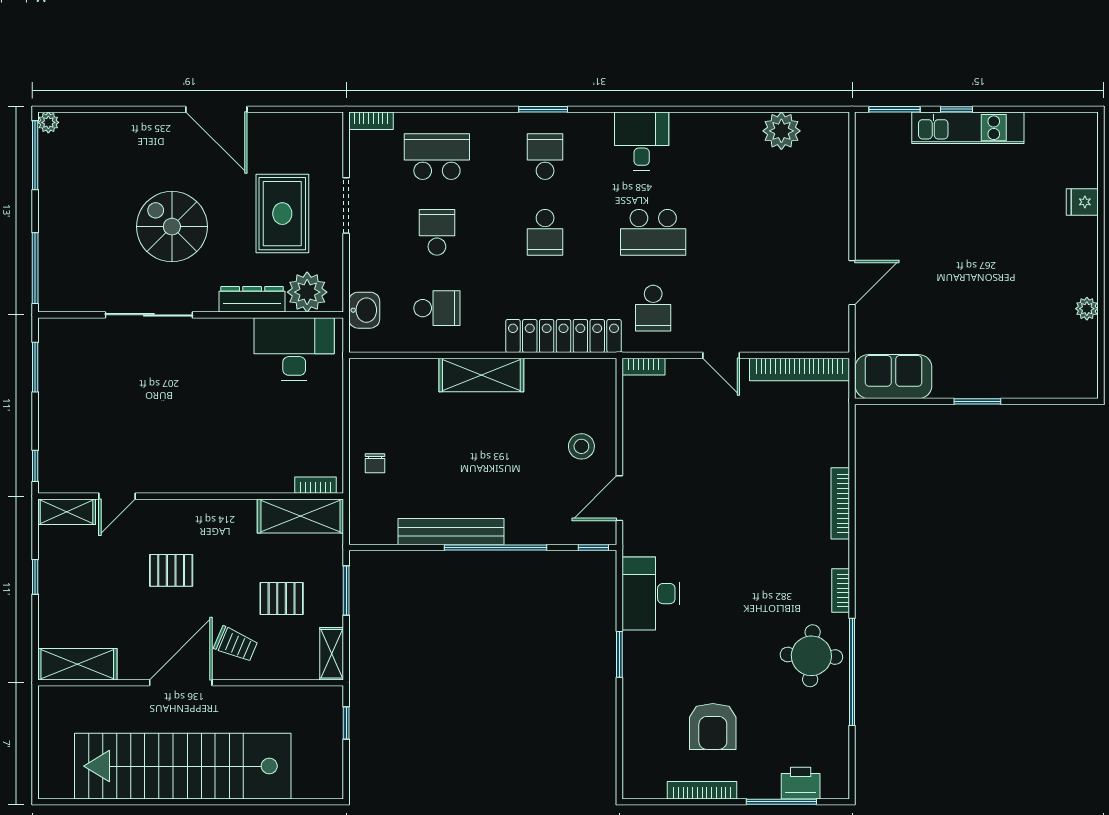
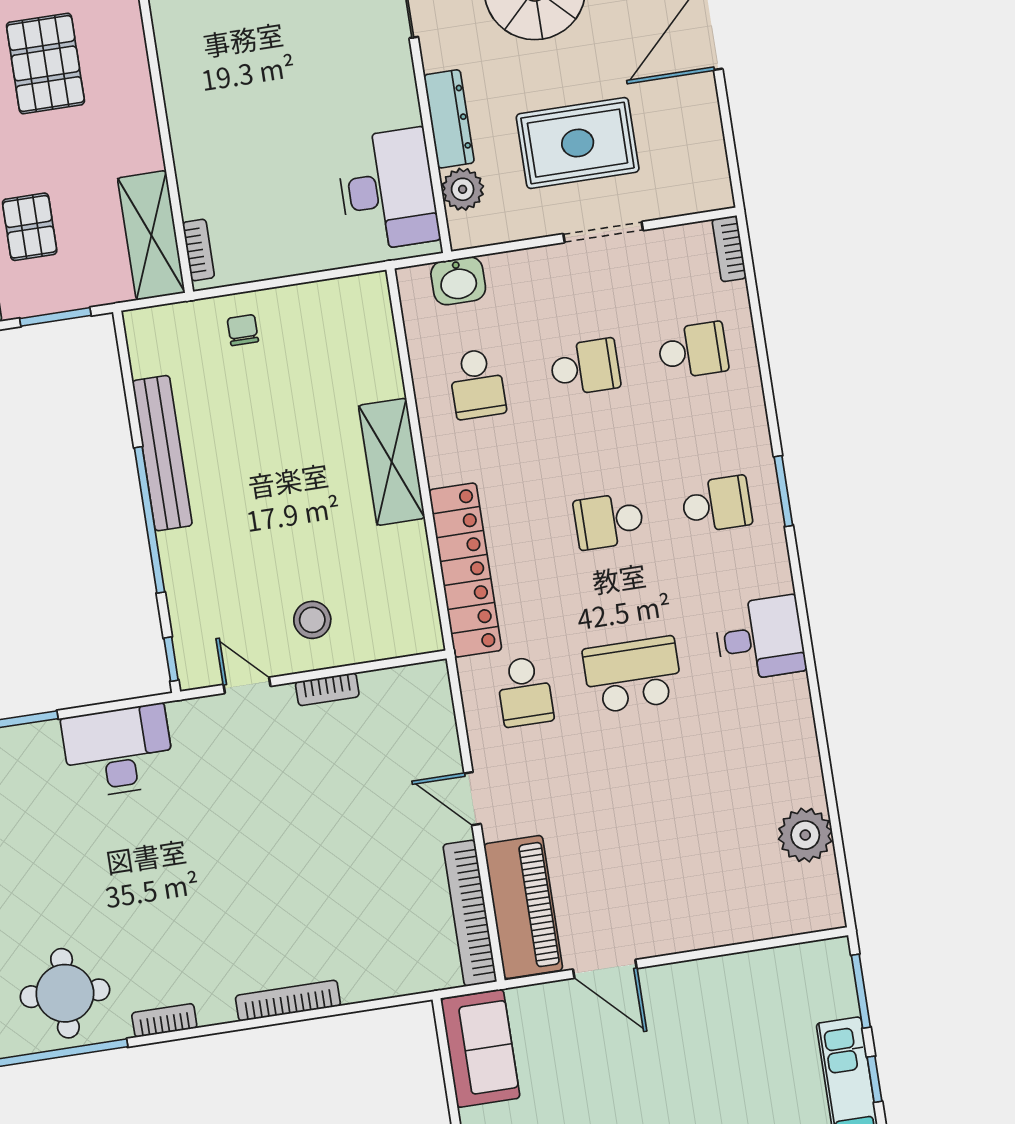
school desk: (437, 157) -> (693, 350), width x0.54
school desk: (653, 232) -> (633, 675), turned 90
plant: (307, 292) -> (463, 189), width x0.73, depth x0.73
school desk: (653, 308) -> (525, 692), turned -90
piano: (801, 332) -> (523, 907), added
door: (721, 355) -> (472, 799), hinge flipped
bookcase: (643, 367) -> (327, 689), moved, turned -90
chair: (375, 463) -> (243, 330), turned 90
door: (619, 498) -> (247, 685), width x0.73
pallet: (171, 570) -> (45, 63), width x1.50, depth x1.42

